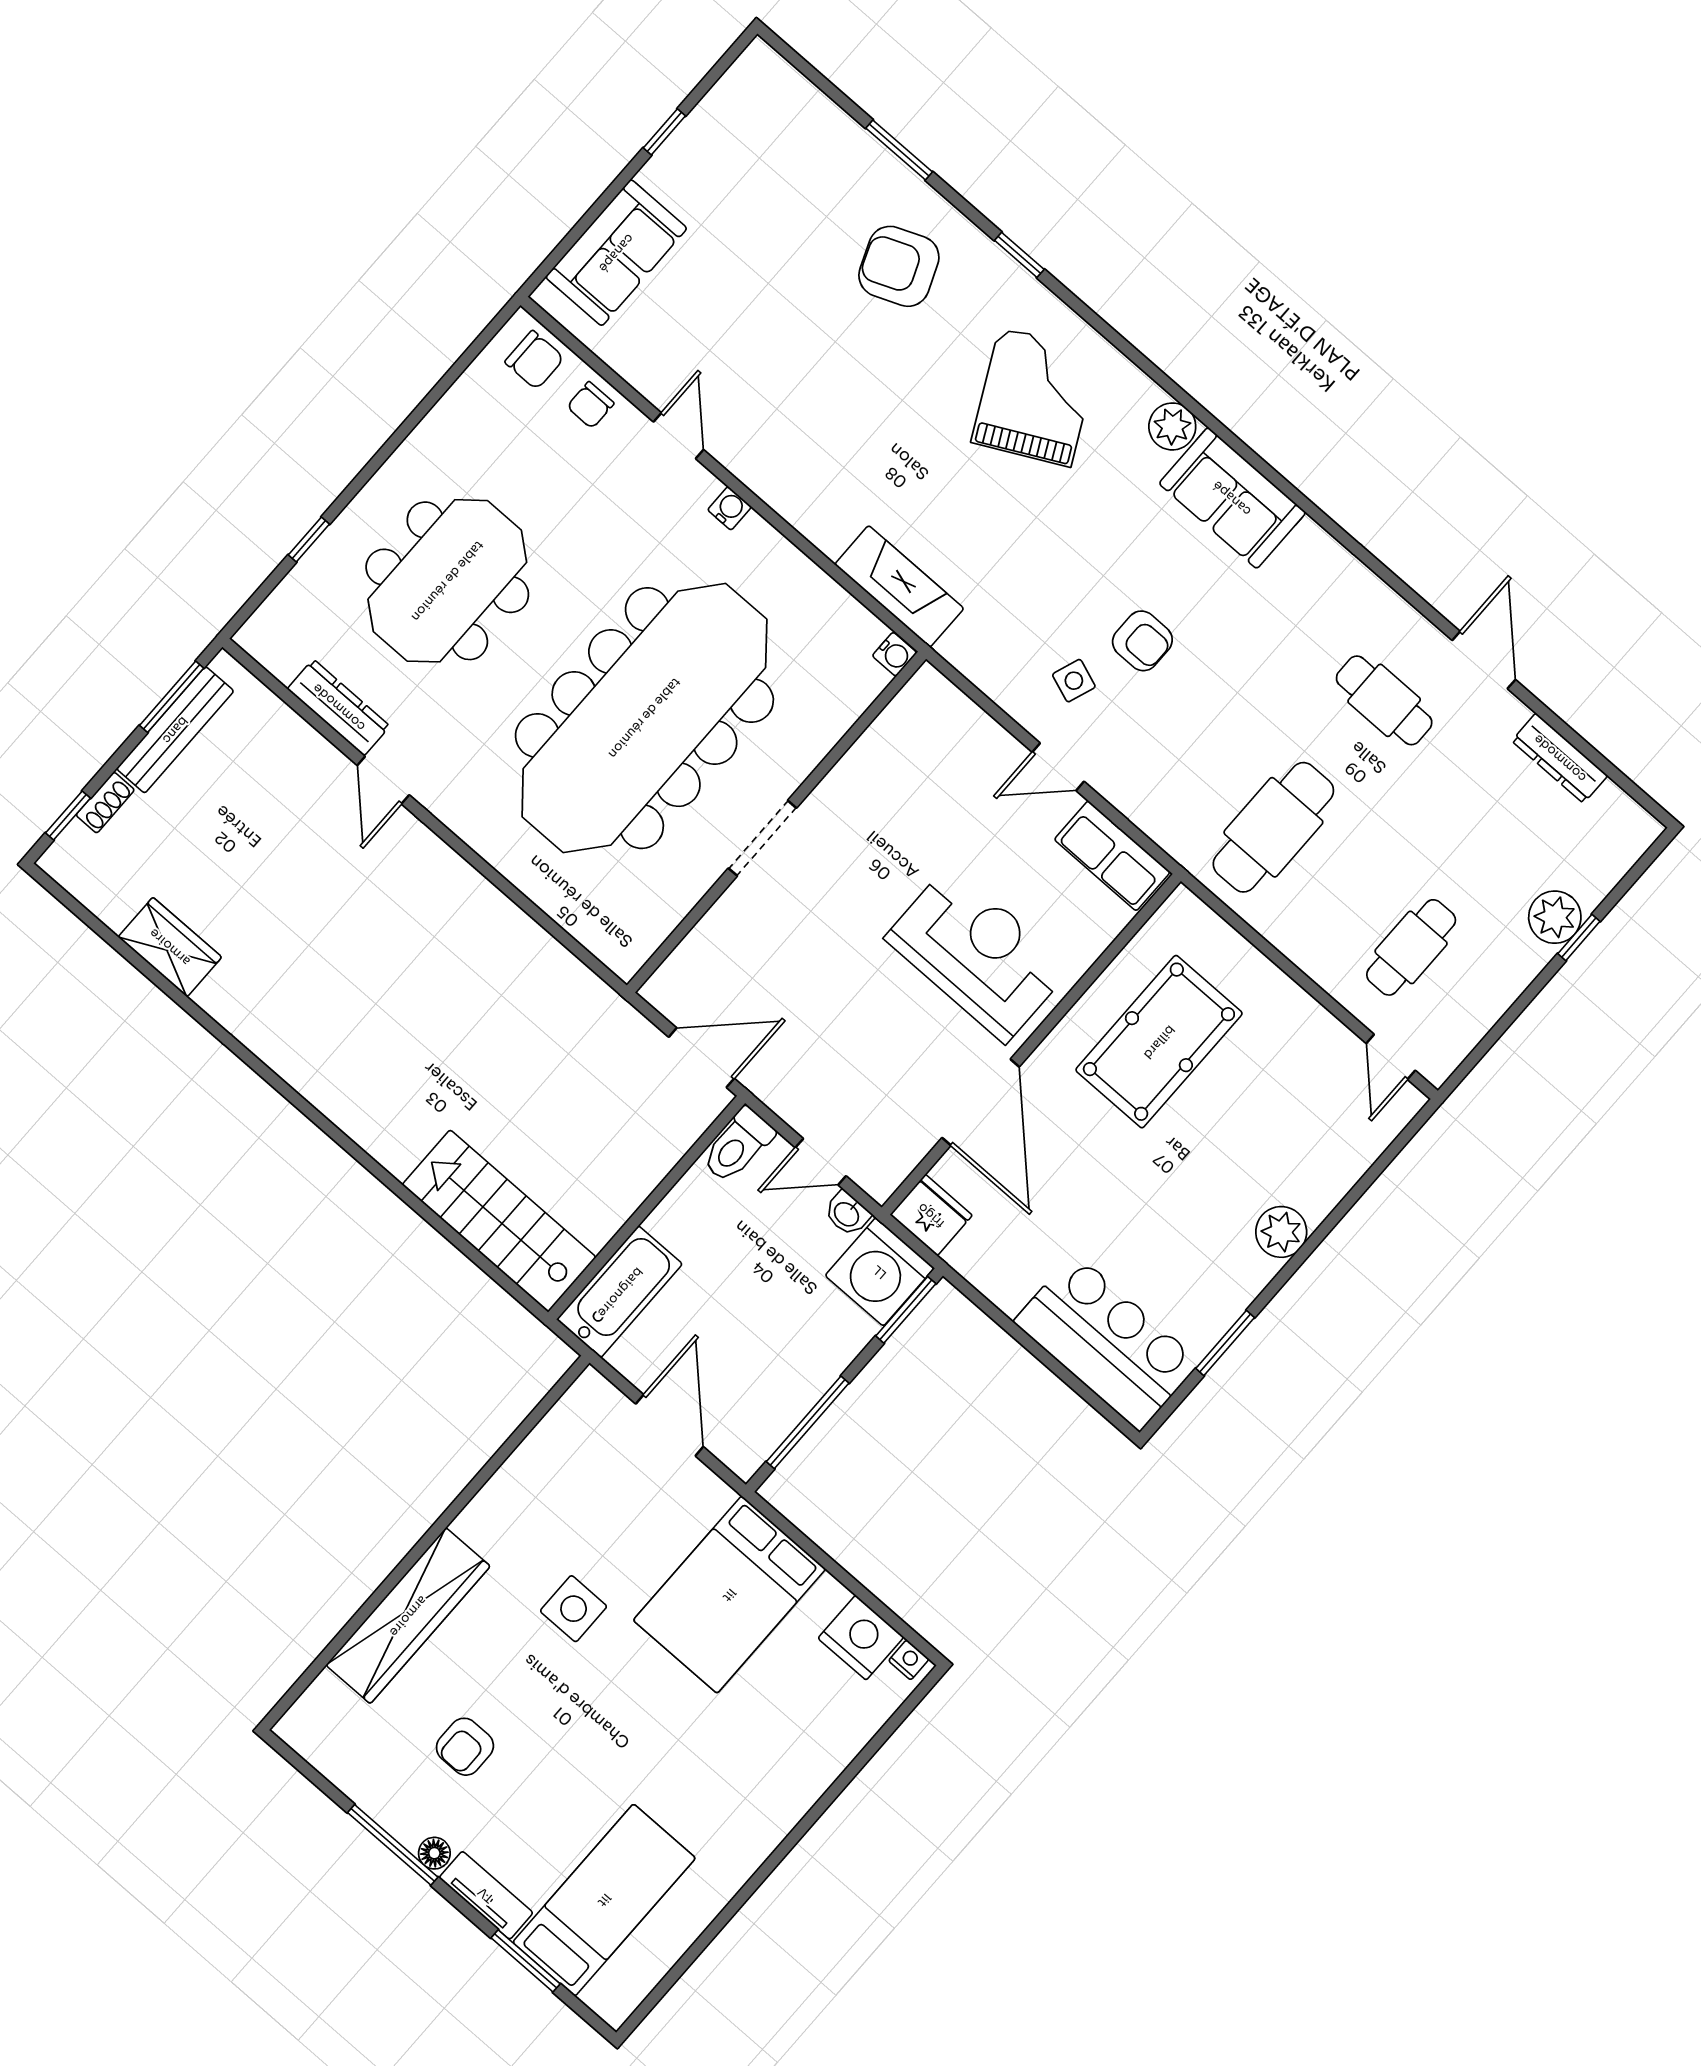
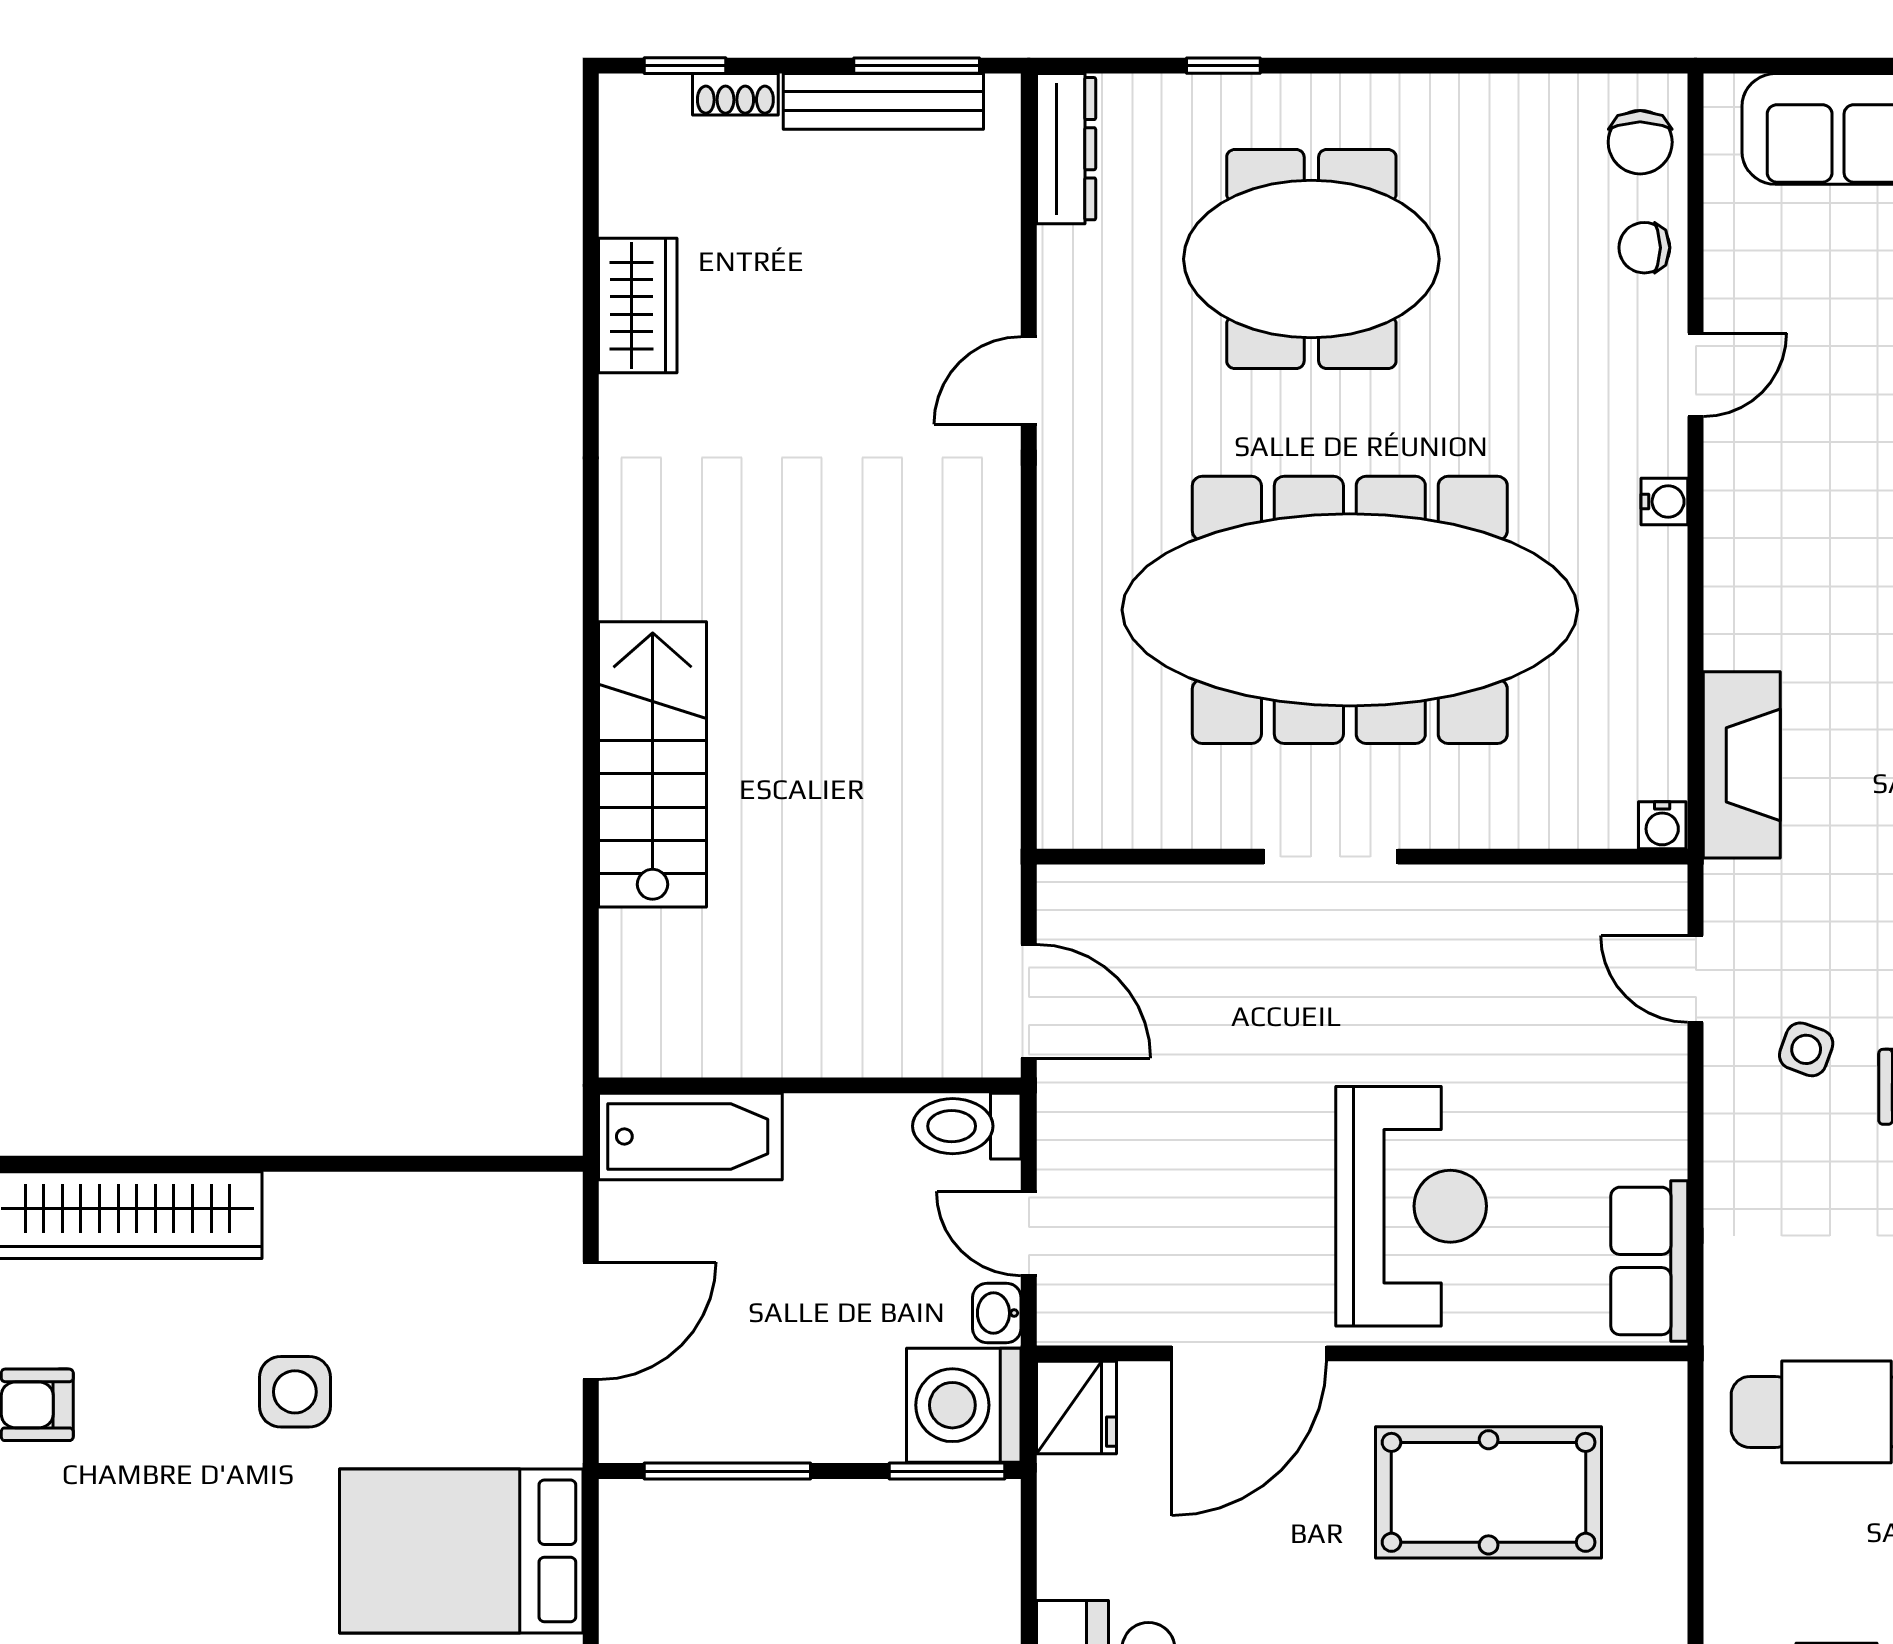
dresser: (339, 707) -> (1066, 149), moved
door: (1058, 767) -> (1696, 979), moved
stairs: (499, 1221) -> (653, 764), moved

